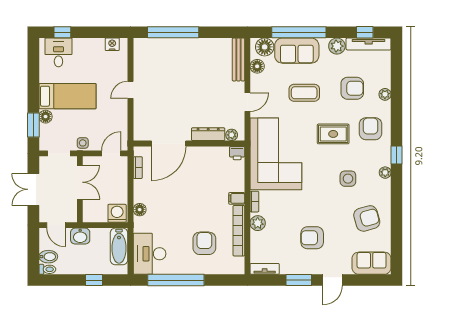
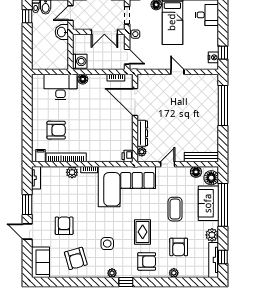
window: (62, 32) -> (223, 53), moved
door: (247, 102) -> (168, 164), swing flipped
filing cabinet: (237, 198) -> (40, 156), moved
armchair: (312, 238) -> (64, 226), moved
bathtub: (119, 246) -> (54, 63), removed
desk: (150, 254) -> (61, 87), moved
window: (94, 280) -> (27, 16), moved
window: (176, 280) -> (27, 108), removed

